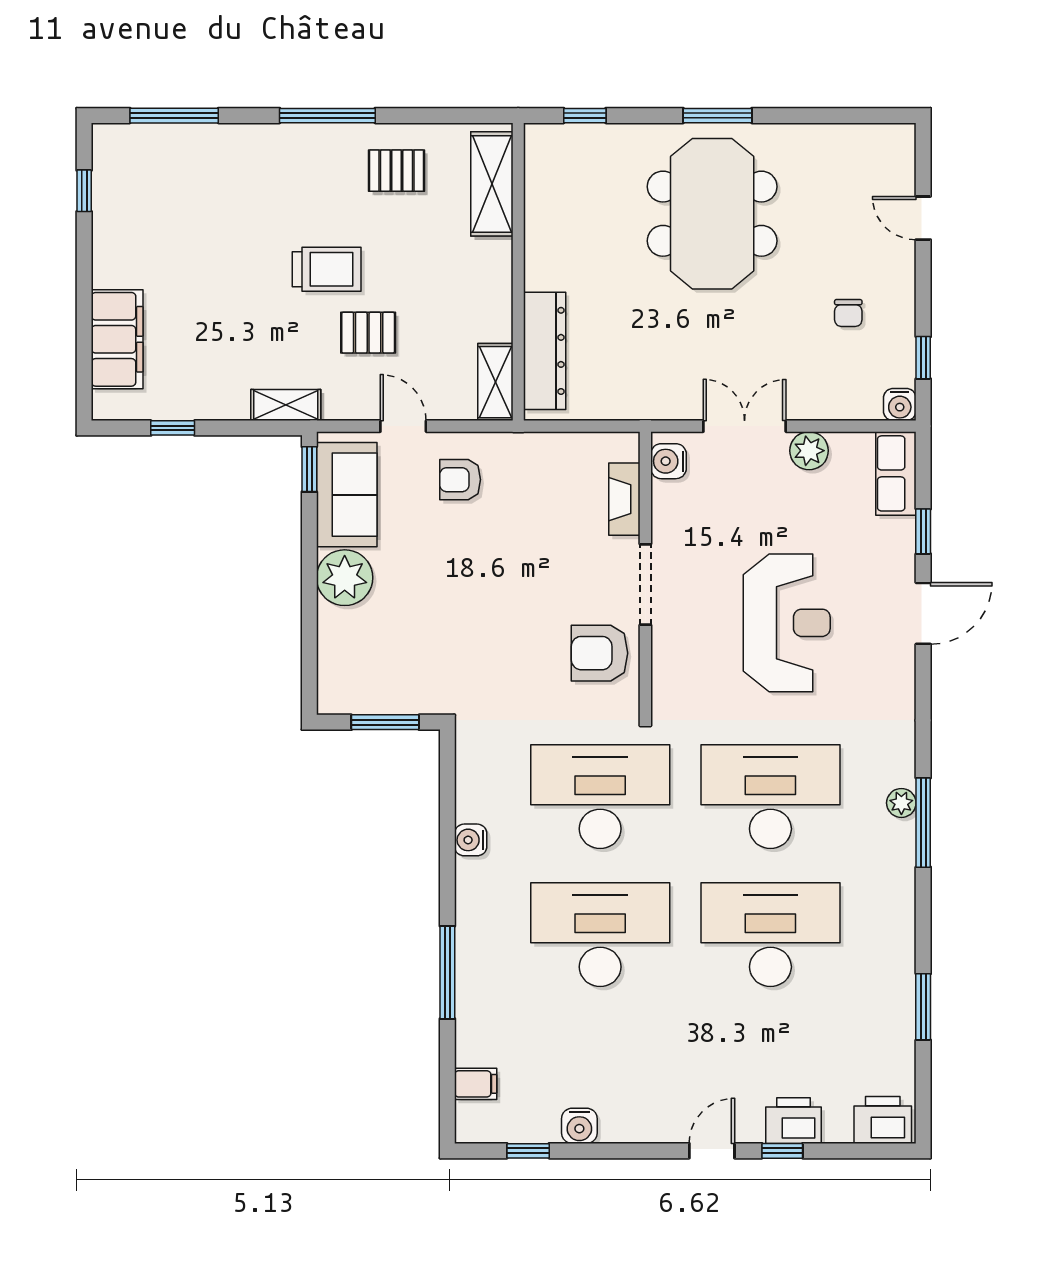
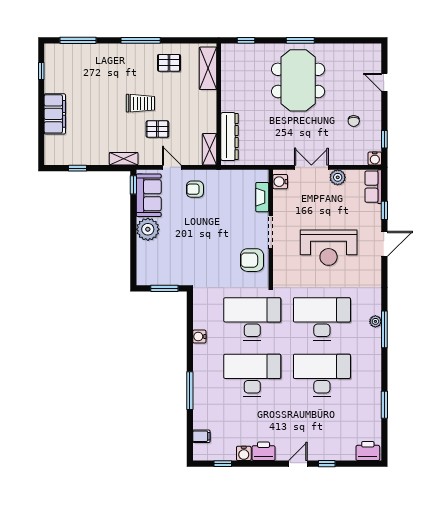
filing cabinet: (117, 339) -> (55, 114), moved
reception desk: (787, 623) -> (329, 248), turned 90
printer: (793, 1121) -> (264, 451), moved

